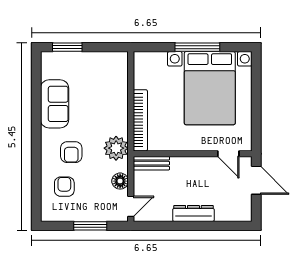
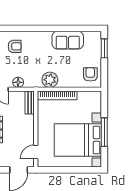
plant: (116, 148) -> (50, 80), moved
armchair: (71, 152) -> (90, 74), moved, turned 90

